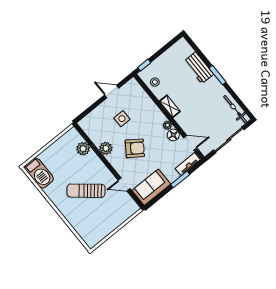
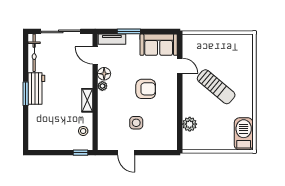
workbench: (199, 68) -> (36, 89), moved
plant: (106, 148) -> (170, 109), removed
armchair: (135, 148) -> (146, 89), turned 145

